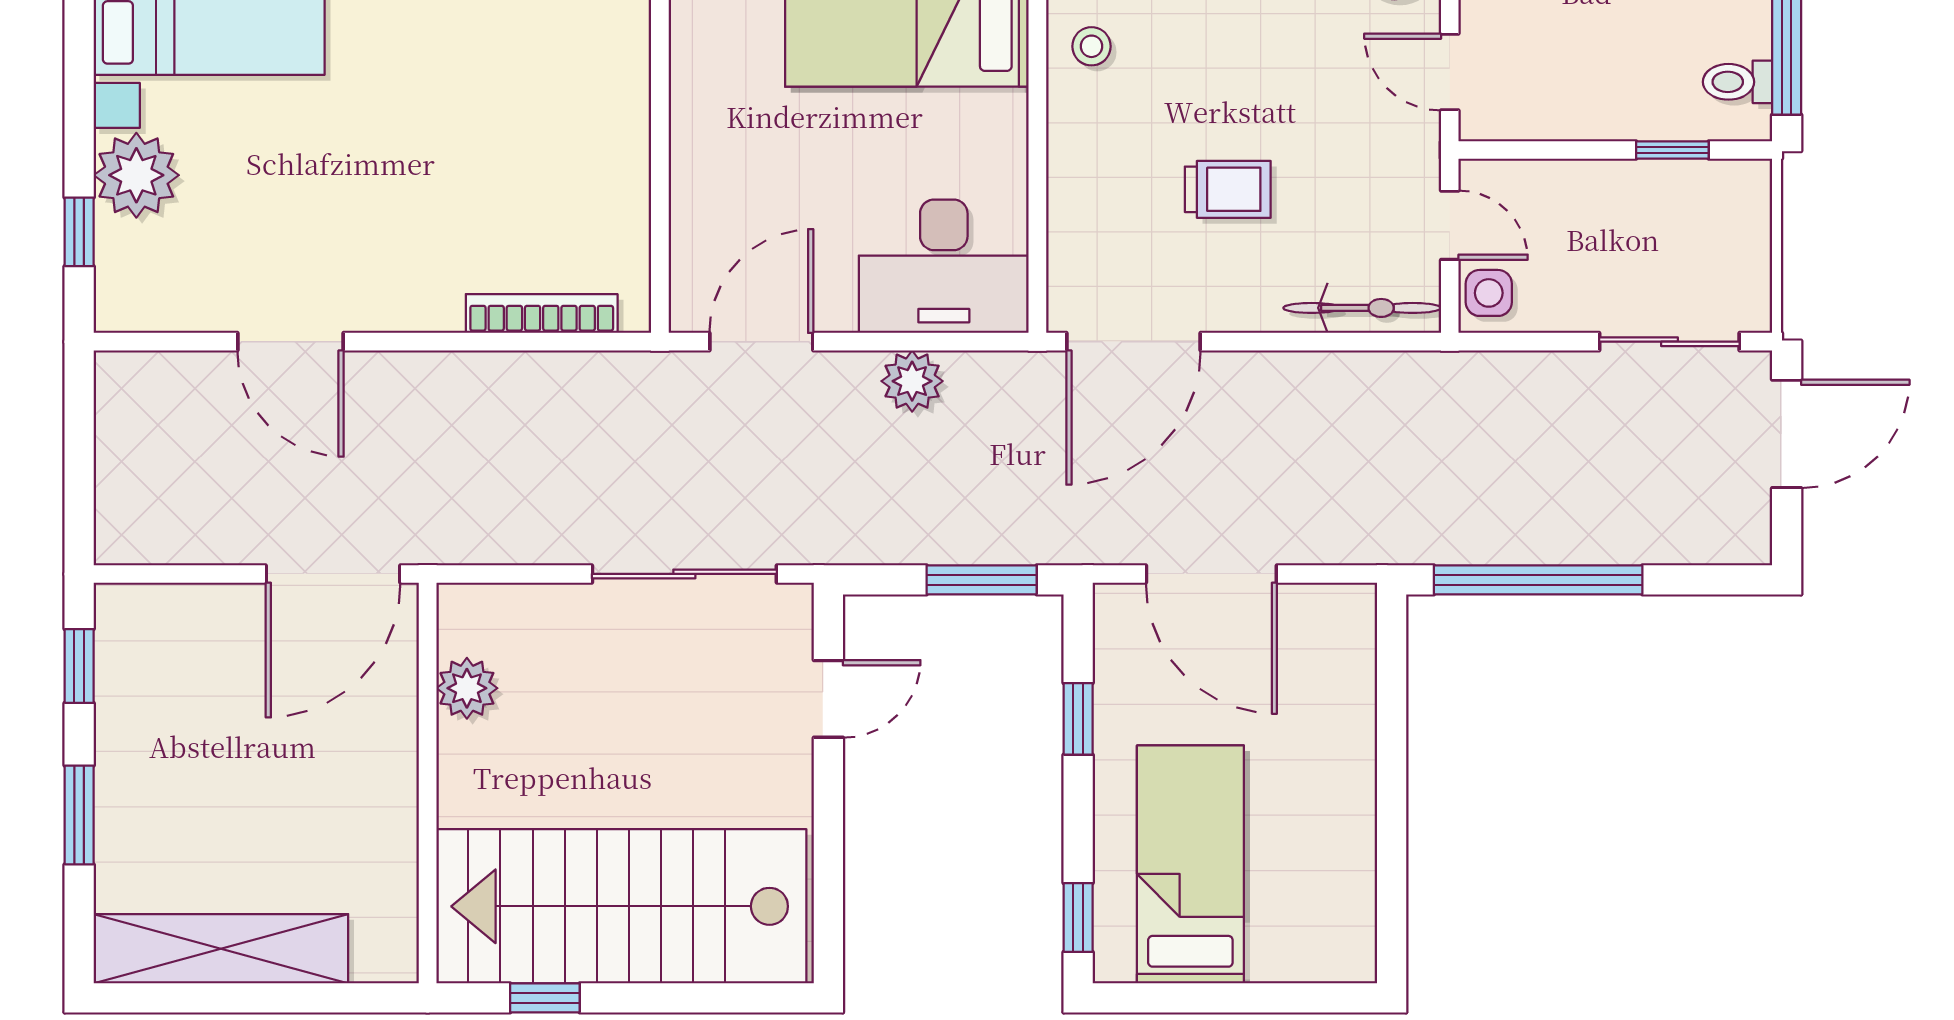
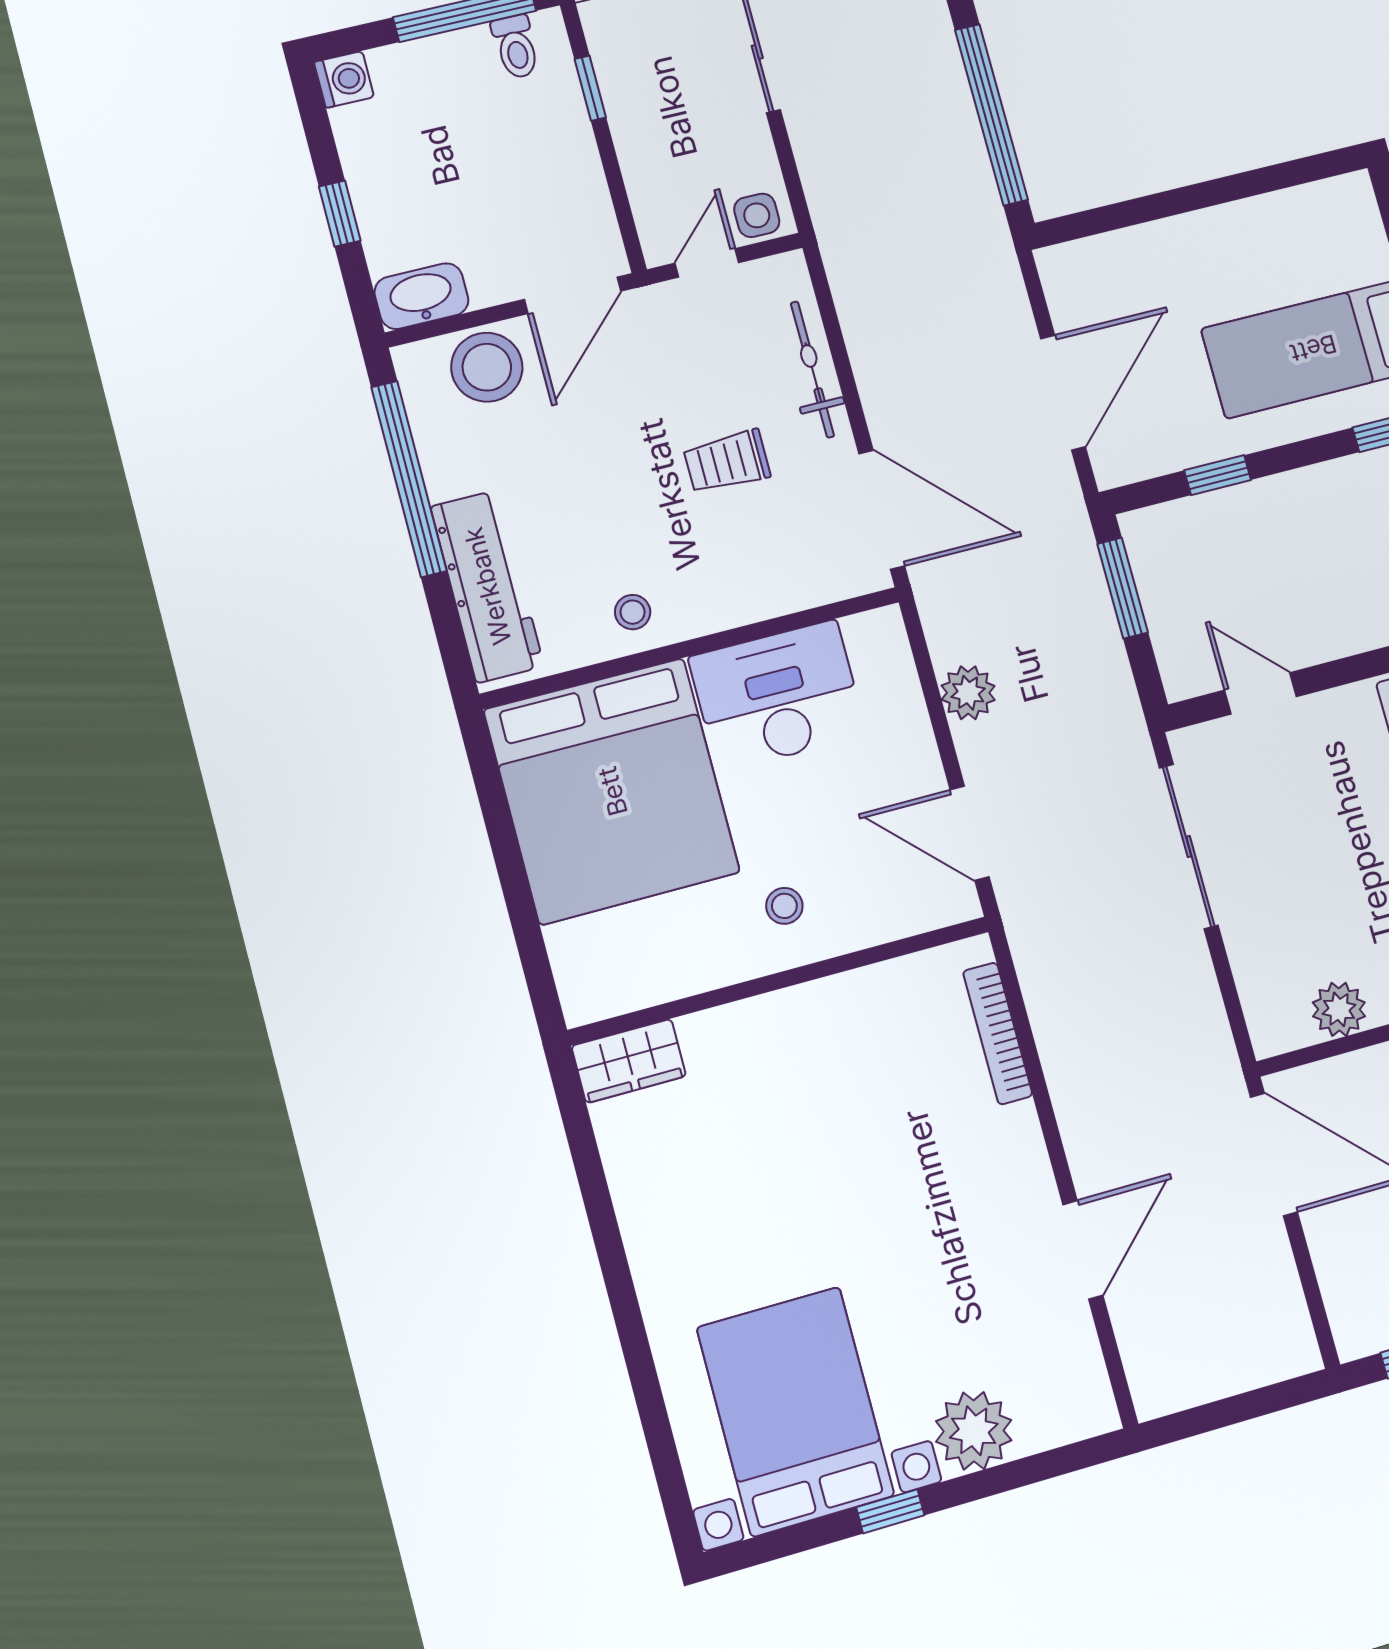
door: (1450, 72) -> (573, 295), width x1.37
stool: (737, 124) -> (784, 906), added
trolley: (1228, 189) -> (727, 462), turned -90
window: (79, 232) -> (890, 1511), moved
desk: (944, 266) -> (778, 696), moved, turned -90
bicycle: (1362, 308) -> (812, 370), moved

